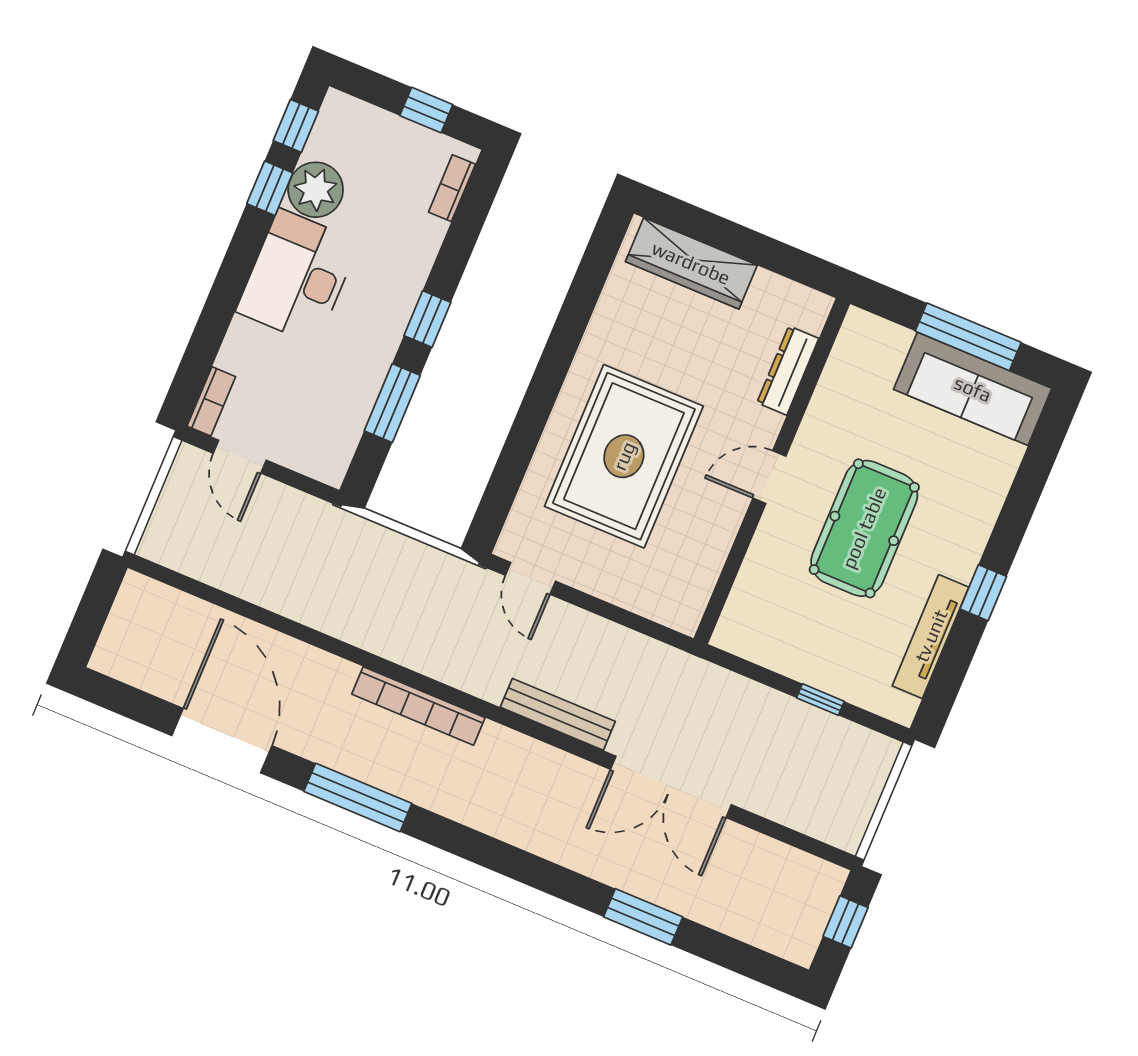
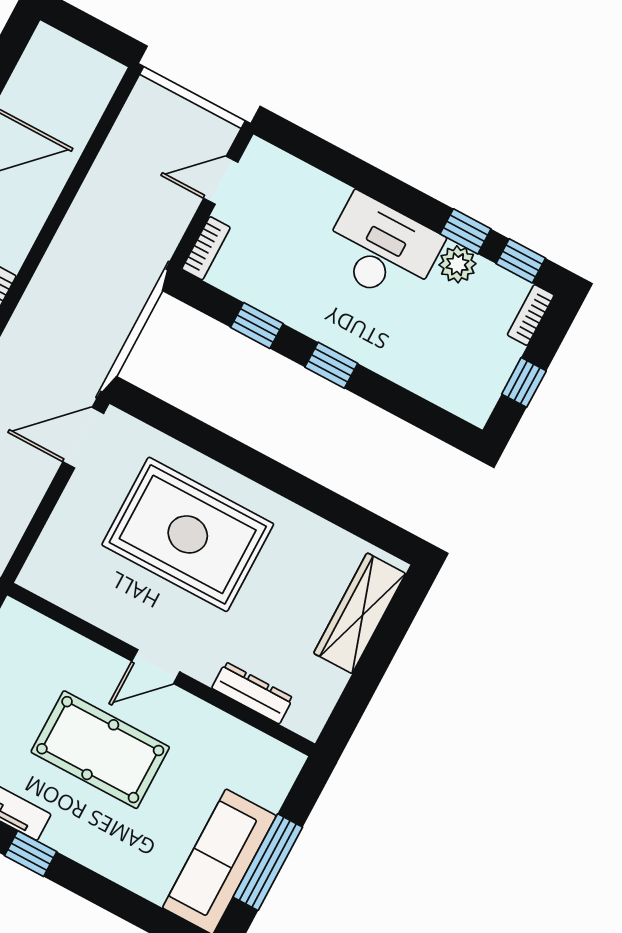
bookcase: (452, 188) -> (531, 315), moved, turned -90
plant: (316, 190) -> (457, 264), width x0.73, depth x0.73
bookcase: (211, 401) -> (206, 248), moved, turned -90
window: (392, 403) -> (257, 325), width x0.67
door: (769, 477) -> (156, 667), swing flipped
door: (530, 578) -> (83, 438), width x1.38

